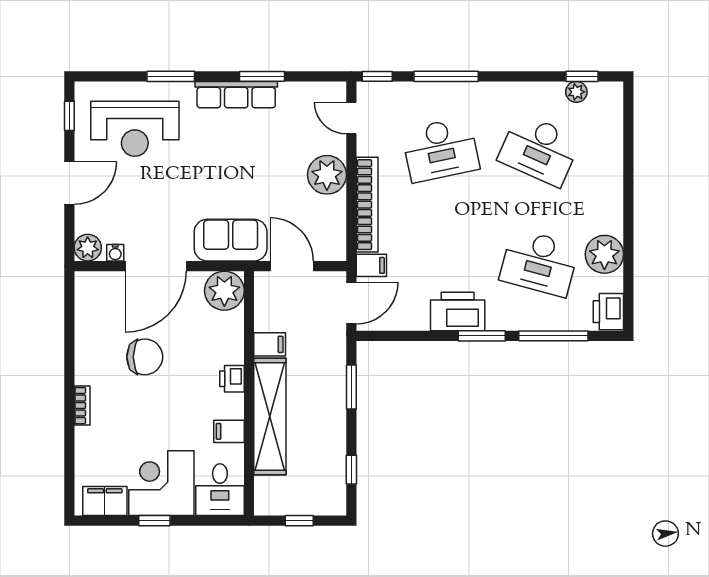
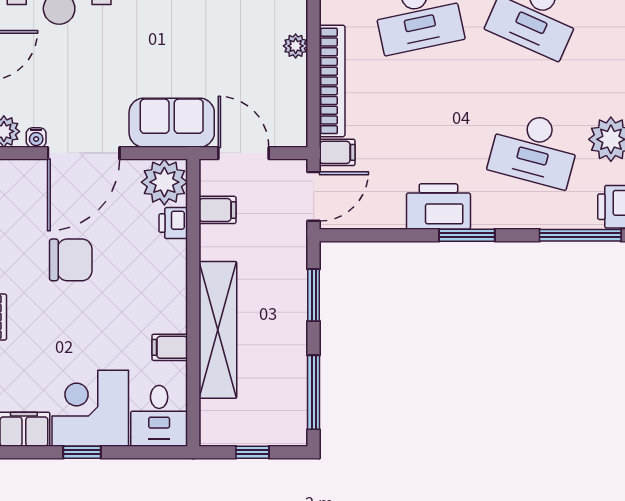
plant: (327, 175) -> (296, 46), width x0.53, depth x0.53
window: (553, 336) -> (580, 235), moved
filing cabinet: (270, 344) -> (218, 210), moved
printer: (232, 379) -> (173, 223), moved
window: (351, 470) -> (314, 392), width x2.17

